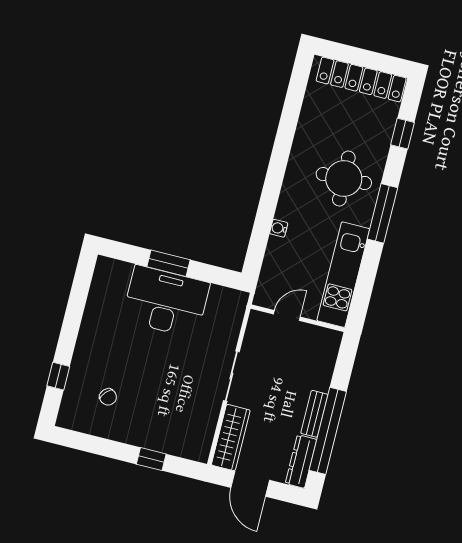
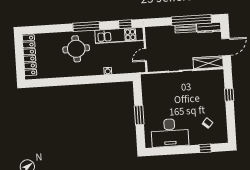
window: (402, 134) -> (125, 24), moved
desk: (166, 302) -> (170, 133), moved, turned -90
door: (287, 315) -> (146, 55), hinge flipped

